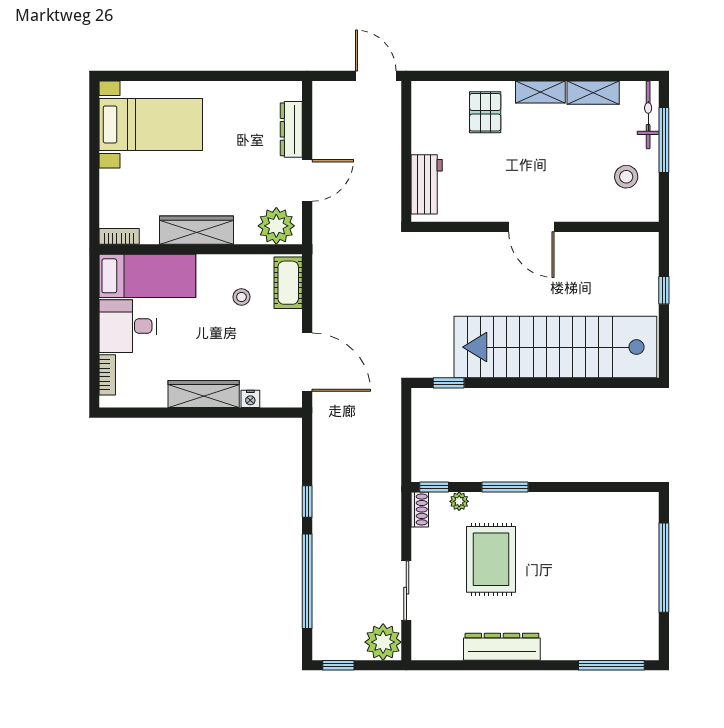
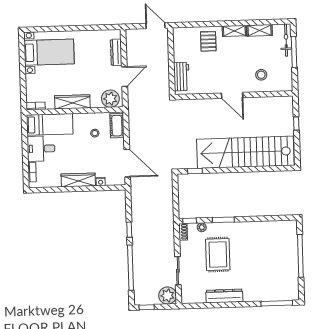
stool: (626, 177) -> (261, 75), moved

